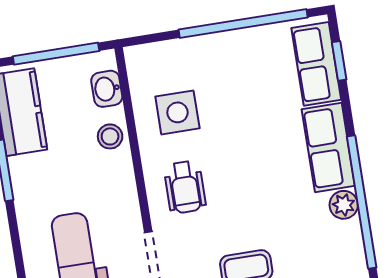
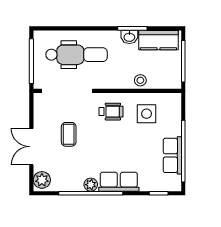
row of seats: (316, 64) -> (172, 155), moved, turned -90
washbasin: (107, 89) -> (129, 37), moved, turned 180
wheelchair: (185, 187) -> (111, 112), turned 180

